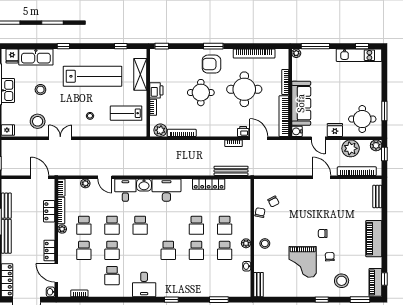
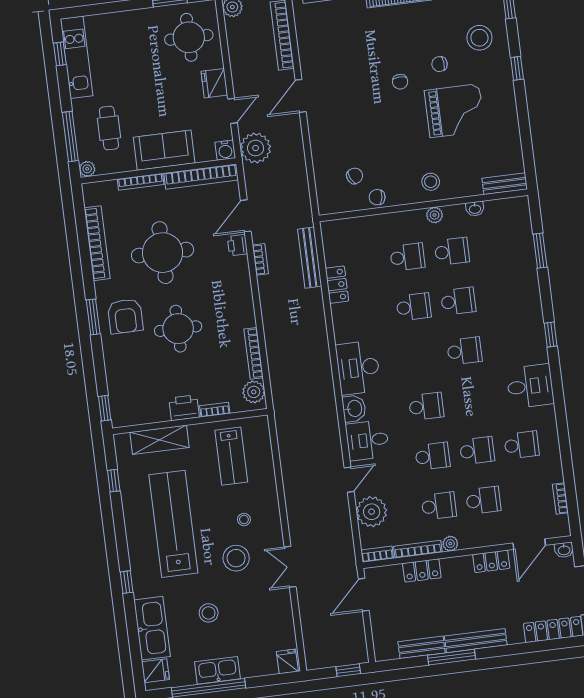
cafe table: (317, 68) -> (109, 128), added
sofa: (301, 103) -> (164, 150), width x0.73
stool: (38, 121) -> (236, 558), moved
plant: (351, 148) -> (256, 148), moved
plant: (85, 183) -> (372, 512), width x1.88, depth x1.88
locker: (209, 184) -> (337, 285), width x0.66

